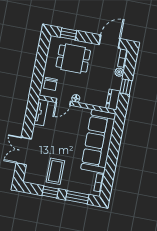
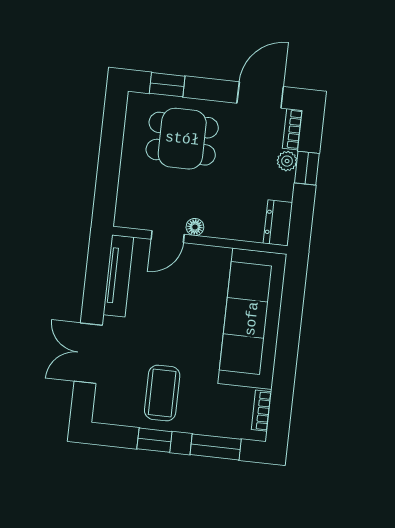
chair: (50, 84) -> (136, 199), removed
window: (126, 87) -> (307, 168), moved
tv unit: (41, 112) -> (118, 276), width x1.41

